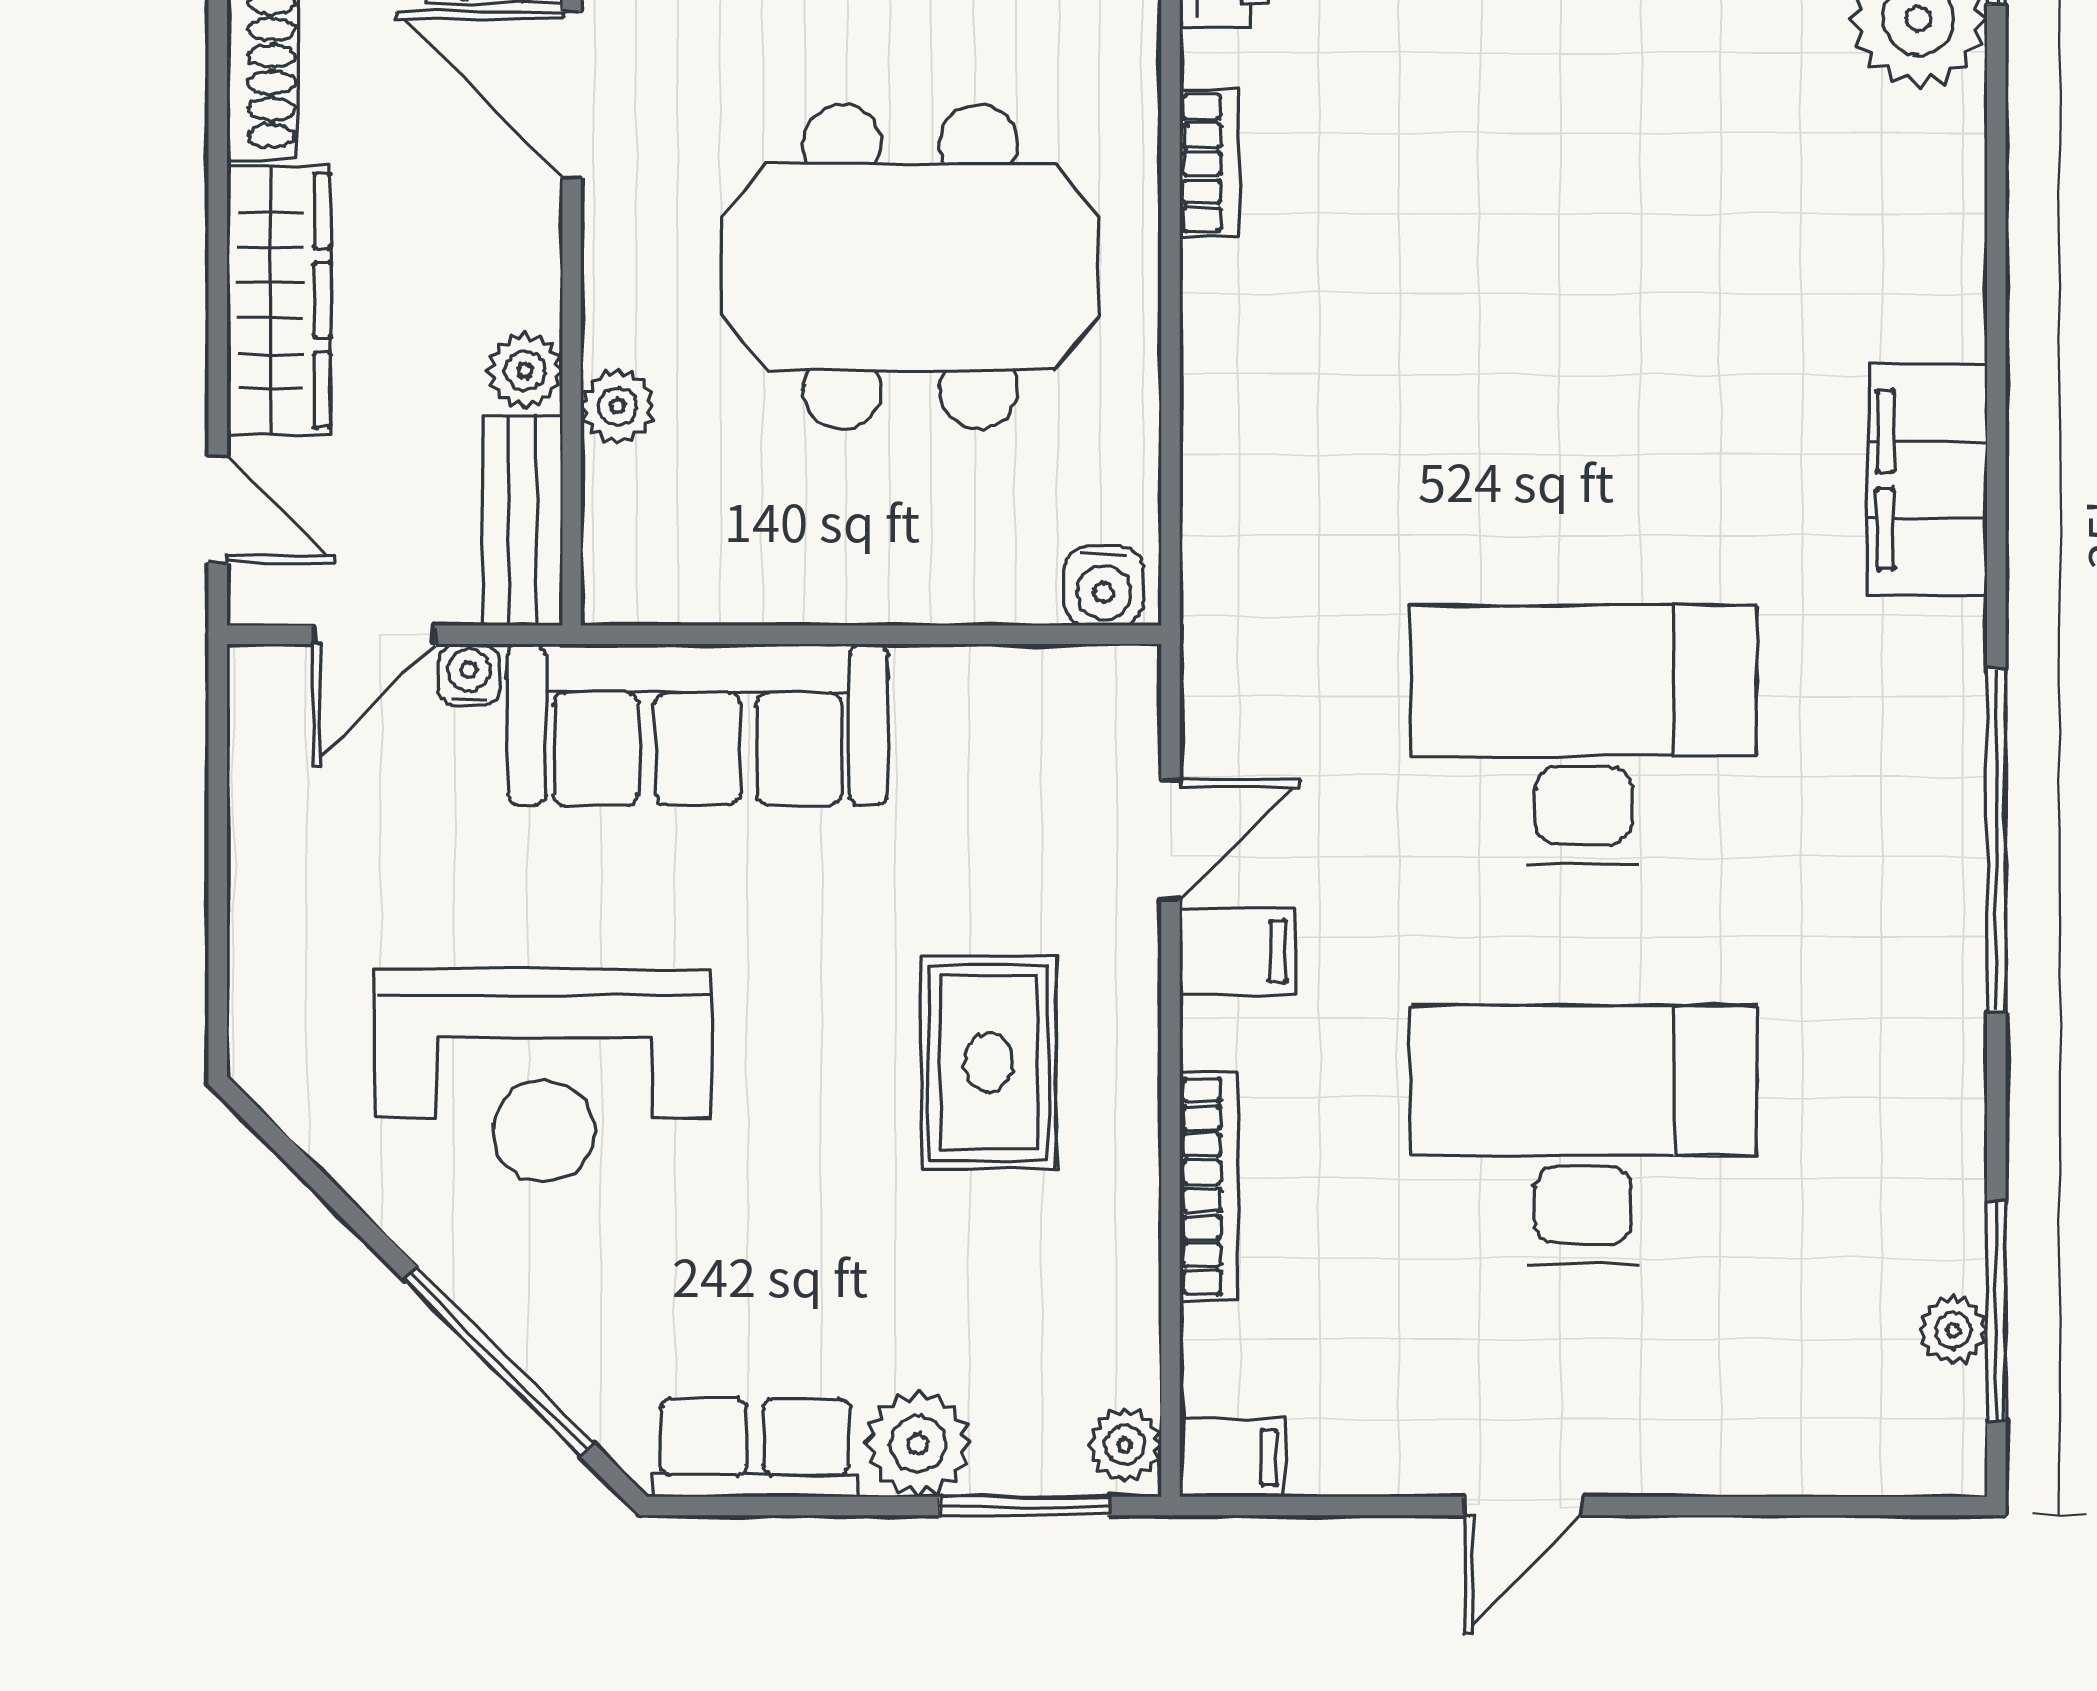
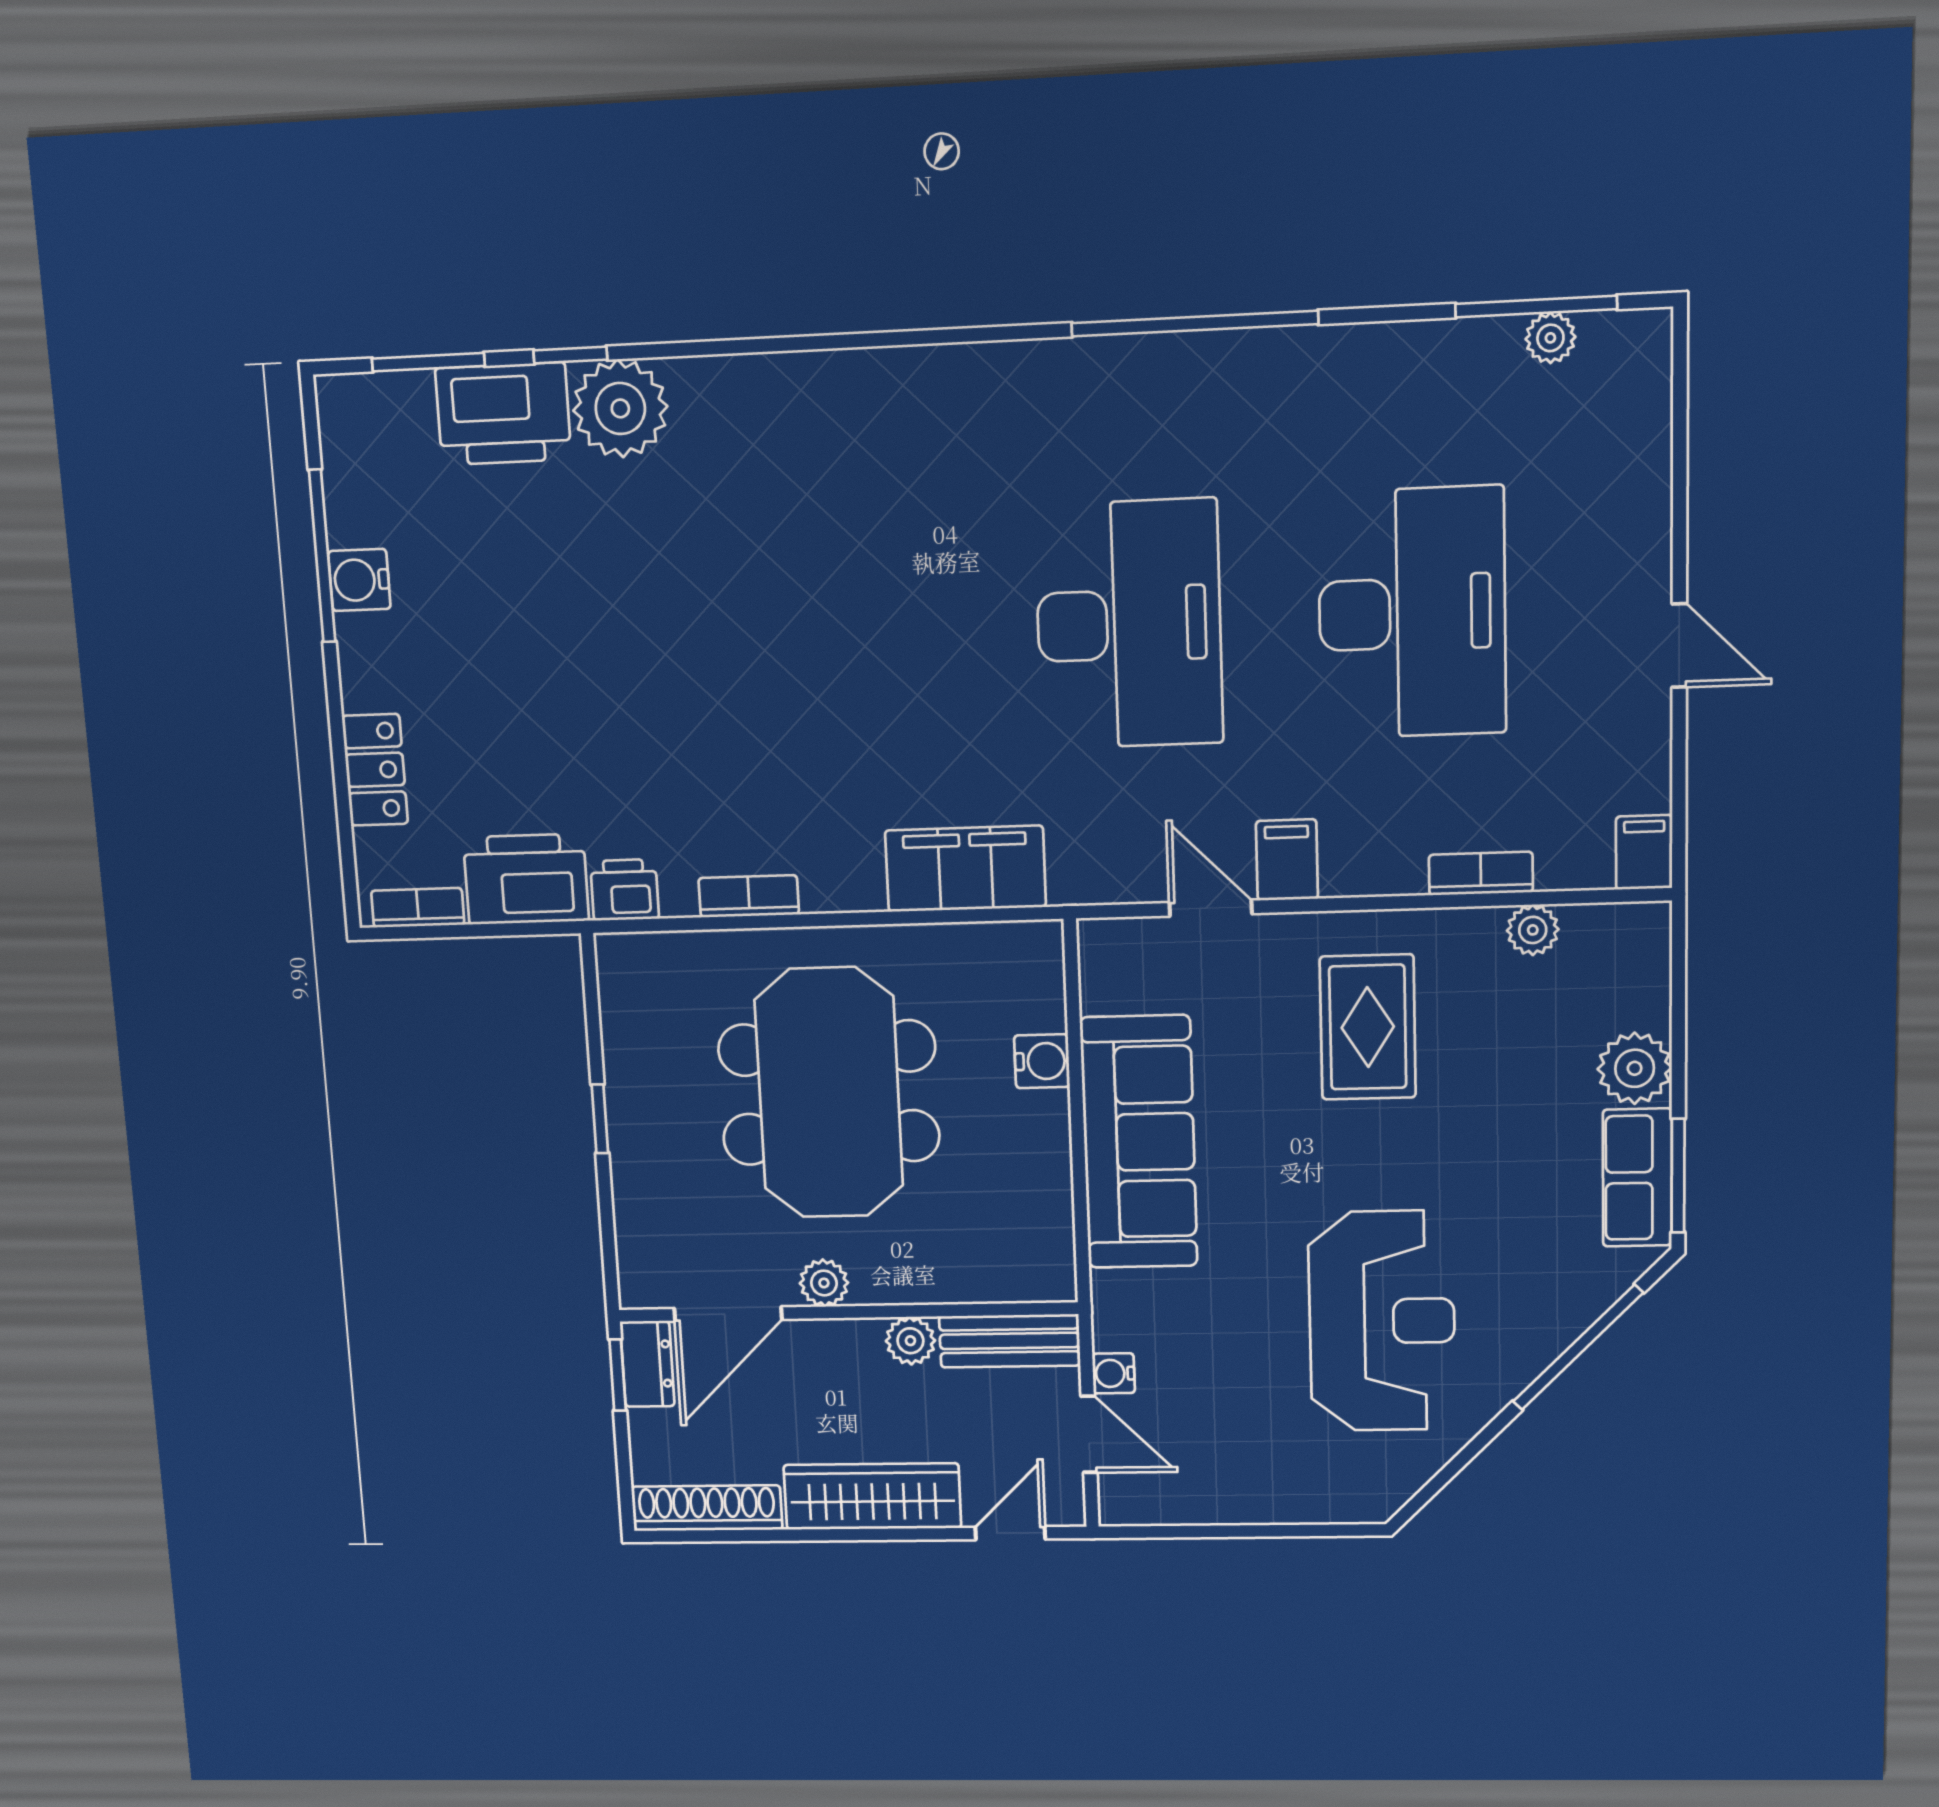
plant: (618, 406) -> (824, 1283), moved
filing cabinet: (1927, 480) -> (965, 869), moved, turned 180
water cooler: (1104, 586) -> (1042, 1061), moved
sofa: (698, 725) -> (1139, 1142), moved
desk: (1583, 735) -> (1129, 624), turned 180
rug: (989, 1063) -> (1368, 1027), turned 90
desk: (1583, 1135) -> (1412, 613), turned 180
bookcase: (1209, 1186) -> (1481, 873), width x0.64
plant: (1125, 1445) -> (1533, 930), moved
window: (1024, 1506) -> (1678, 1176), moved

